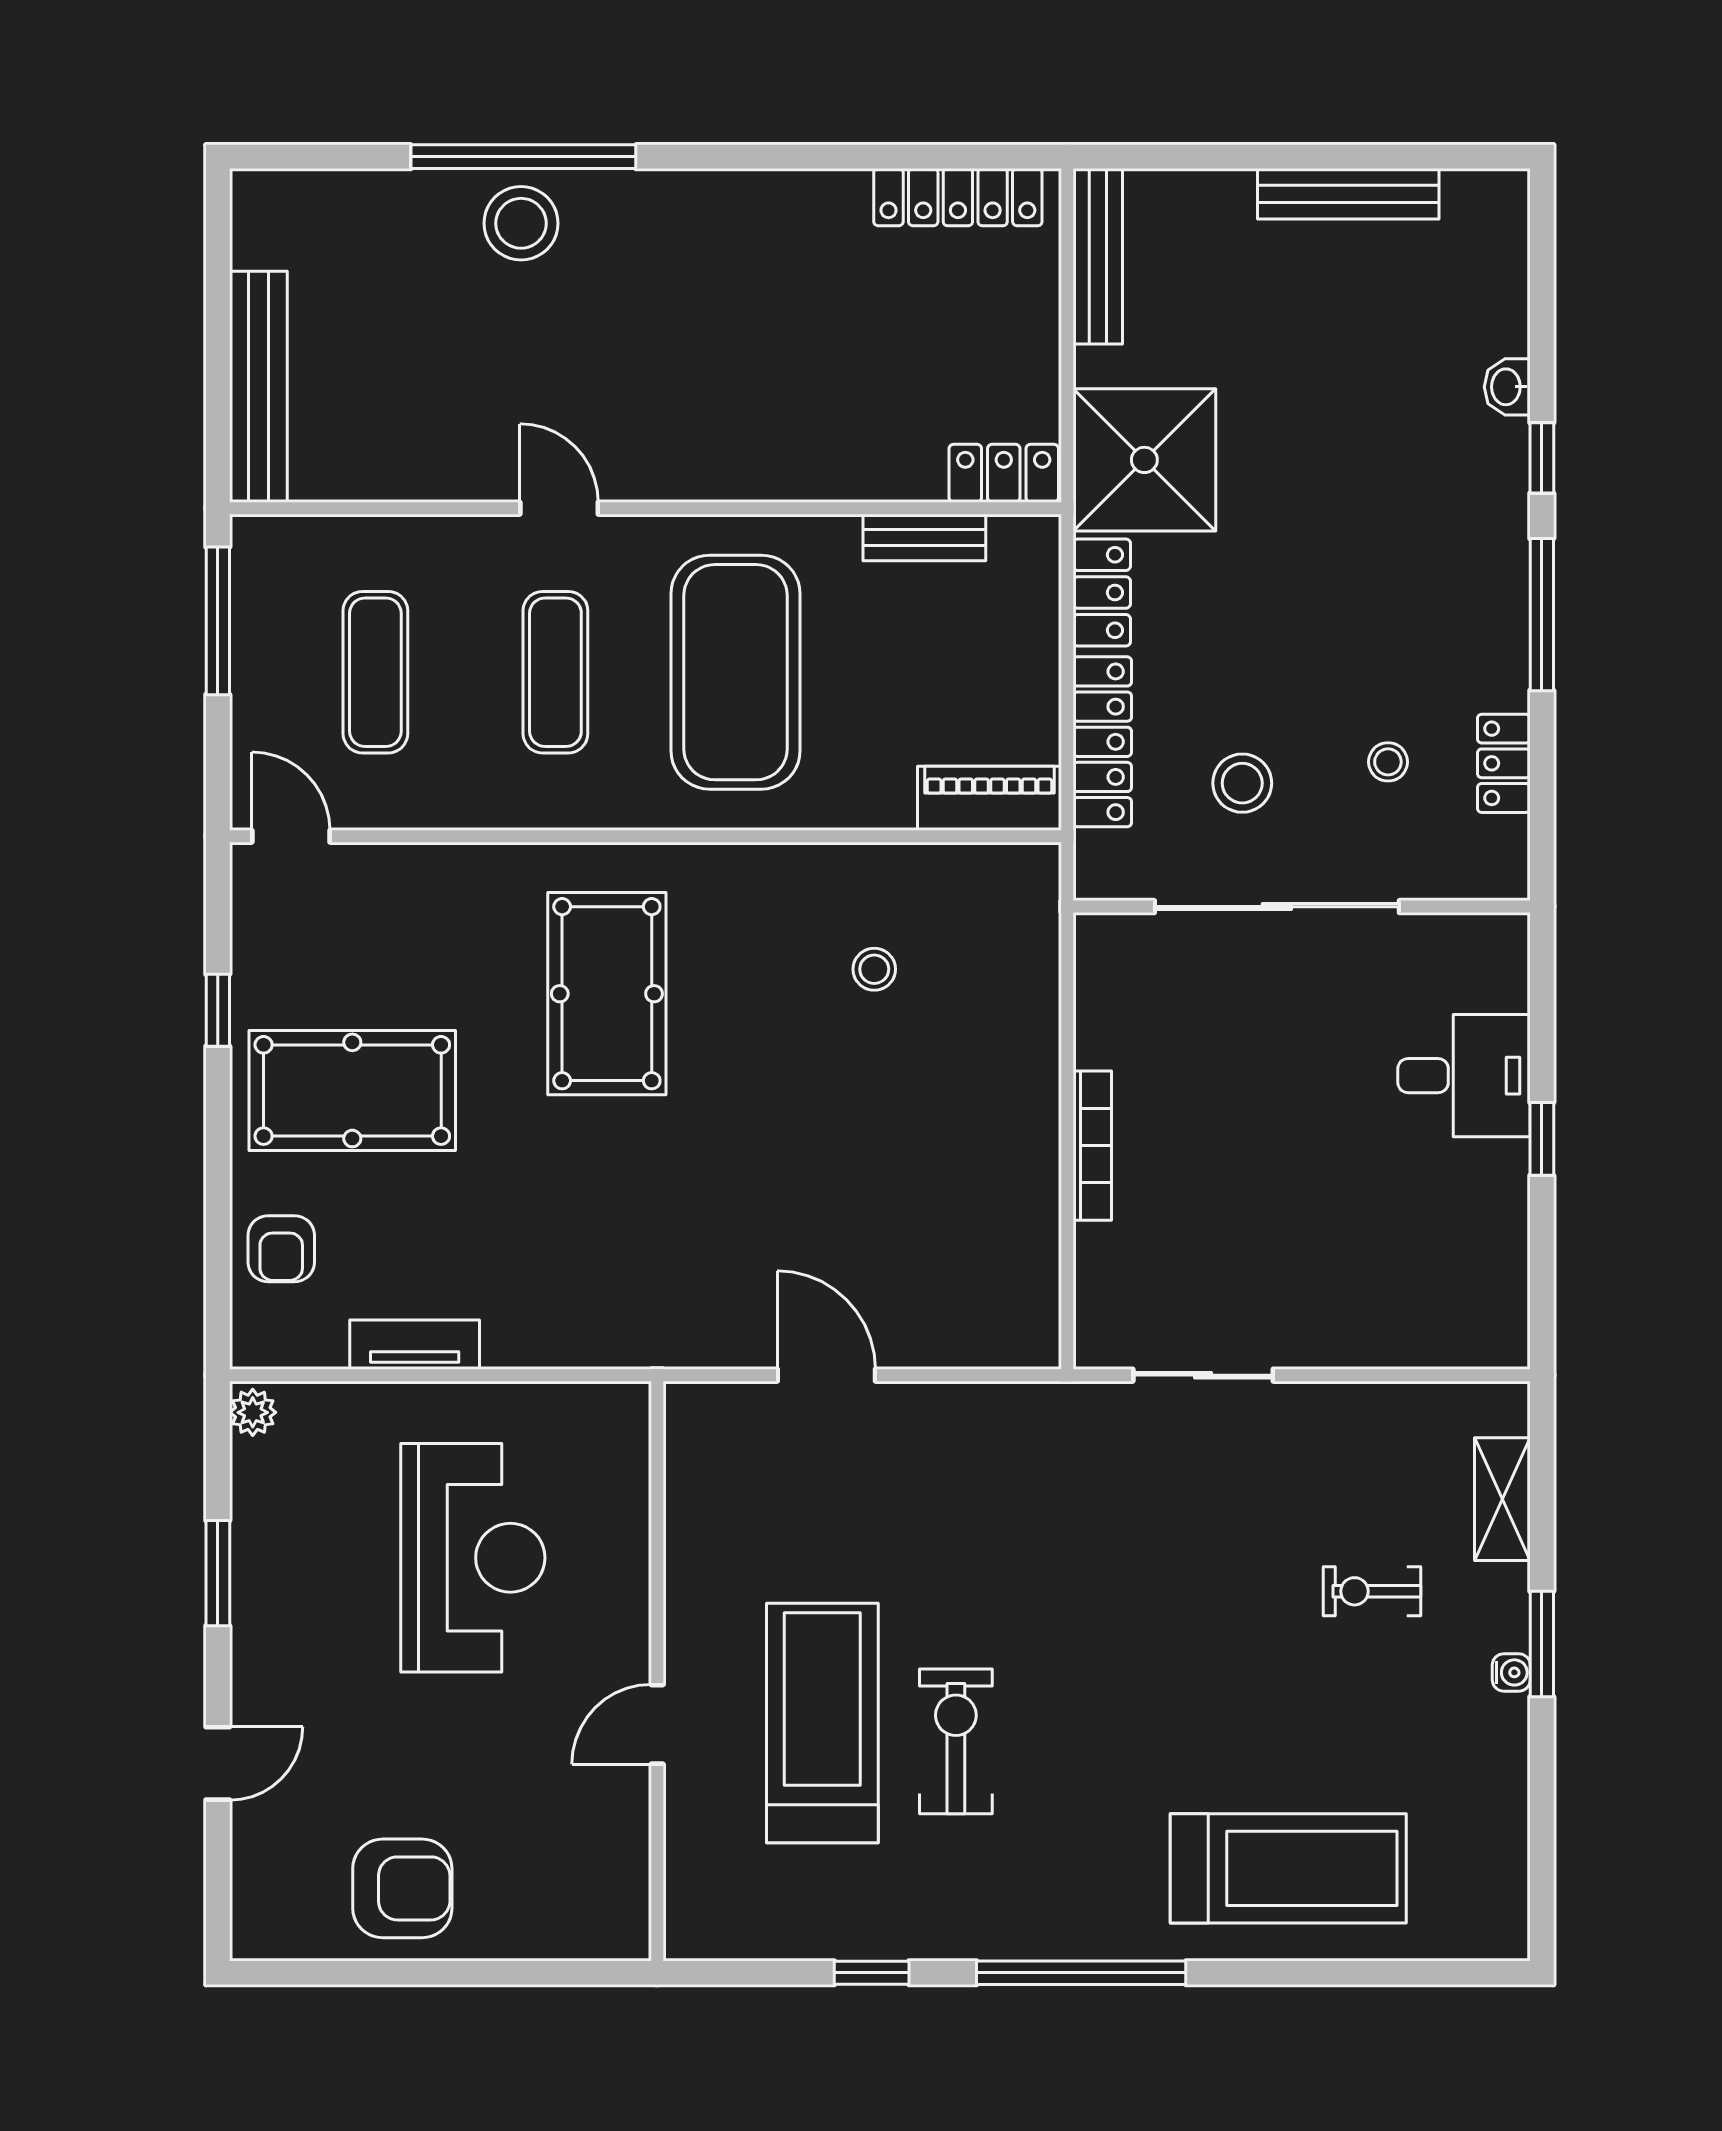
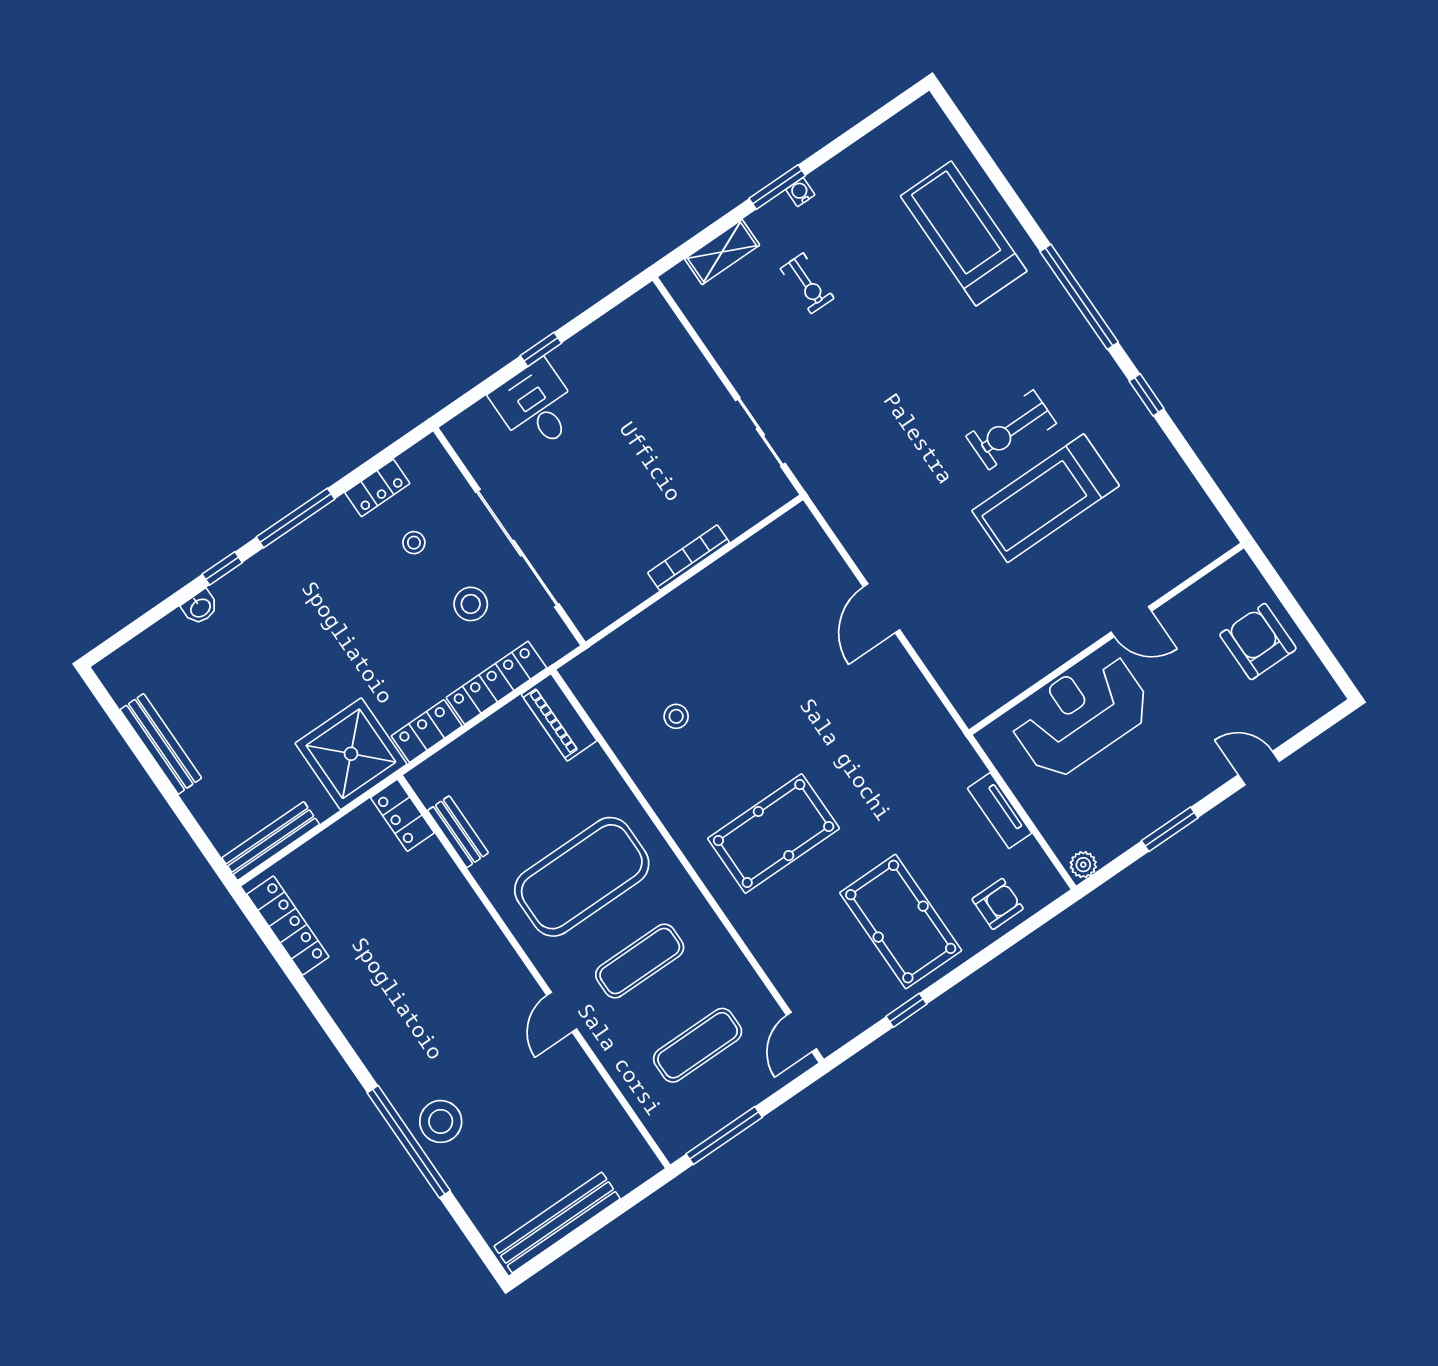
bench: (258, 387) -> (557, 1222), moved
wall: (657, 1671) -> (1106, 639), moved
door: (657, 1724) -> (1131, 622), moved

